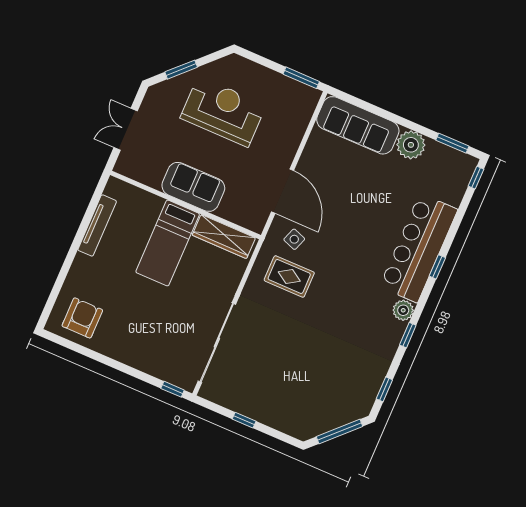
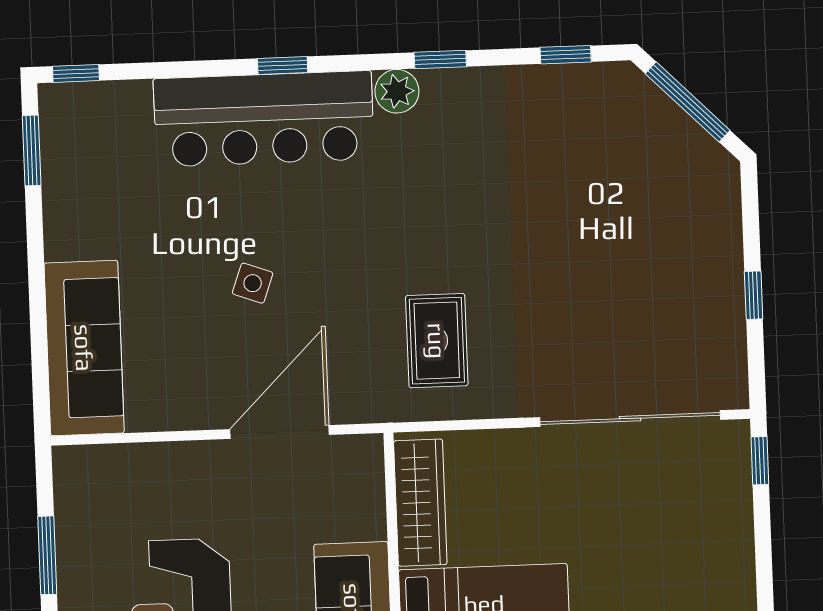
window: (301, 78) -> (47, 555), moved
plant: (411, 145) -> (73, 228), removed
side table: (294, 239) -> (253, 283), moved

